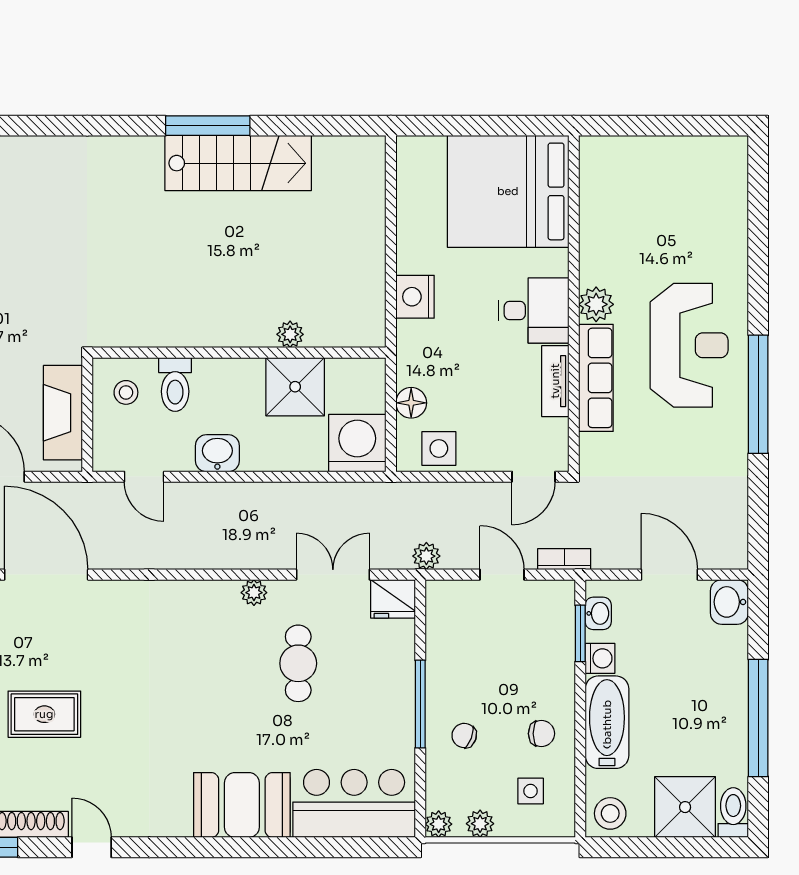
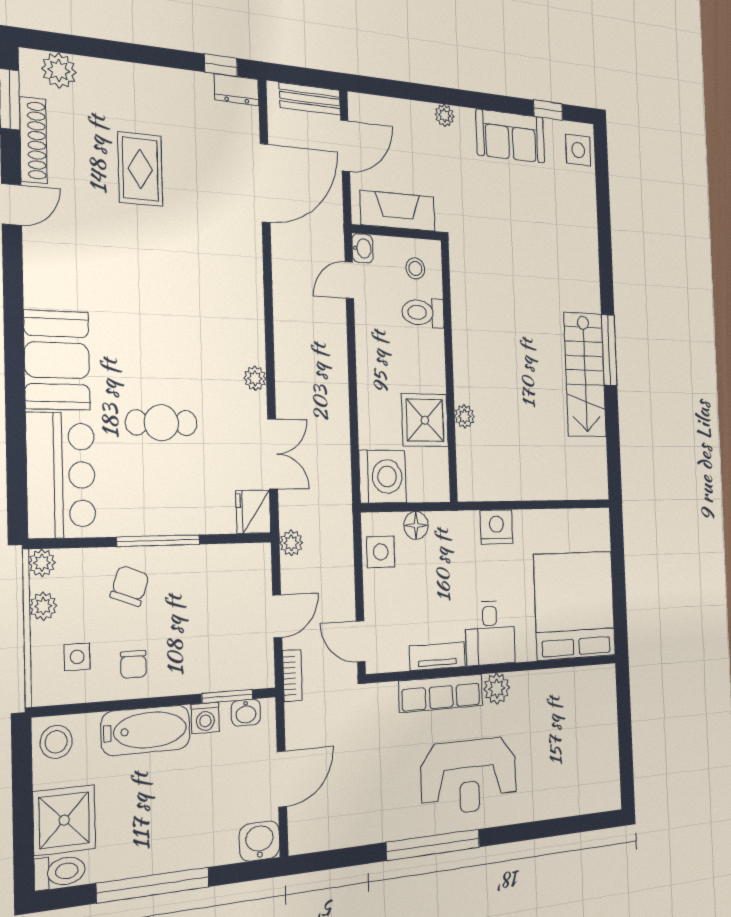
washbasin: (217, 453) -> (363, 248), moved, width x0.72, depth x0.69
cafe table: (298, 663) -> (161, 423), moved
chair: (464, 736) -> (130, 586), width x1.37, depth x1.37

